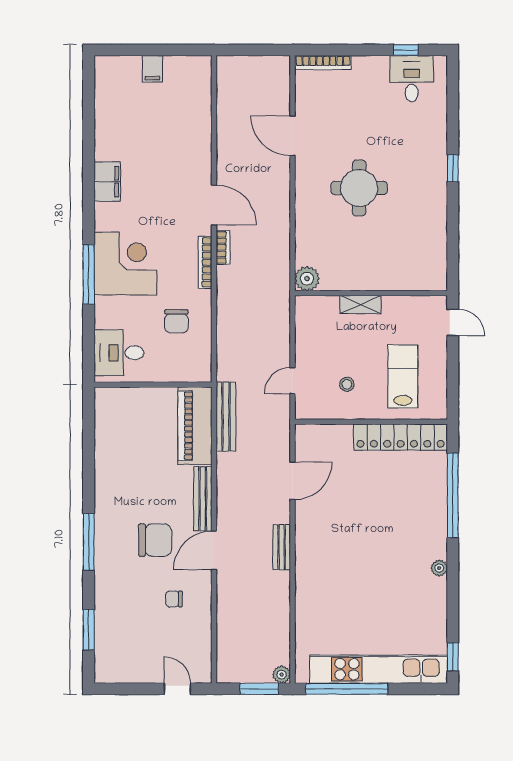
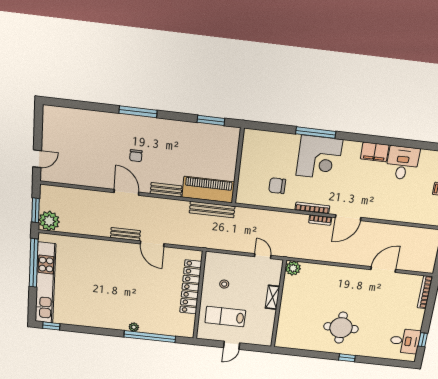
round table: (359, 188) -> (341, 328), moved
door: (453, 322) -> (232, 345), moved
desk: (119, 353) -> (402, 163), moved
lab bench: (403, 376) -> (225, 317), turned 180
door: (293, 381) -> (263, 256), moved
locker: (401, 437) -> (191, 287), moved
door: (293, 481) -> (152, 244), moved
bench: (203, 499) -> (166, 190), width x0.73
chair: (155, 540) -> (136, 156), width x0.54, depth x0.54
plant: (439, 568) -> (134, 327), moved
chair: (174, 599) -> (96, 163), removed
window: (89, 630) -> (211, 120), moved
plant: (282, 675) -> (49, 221), width x1.87, depth x1.87

